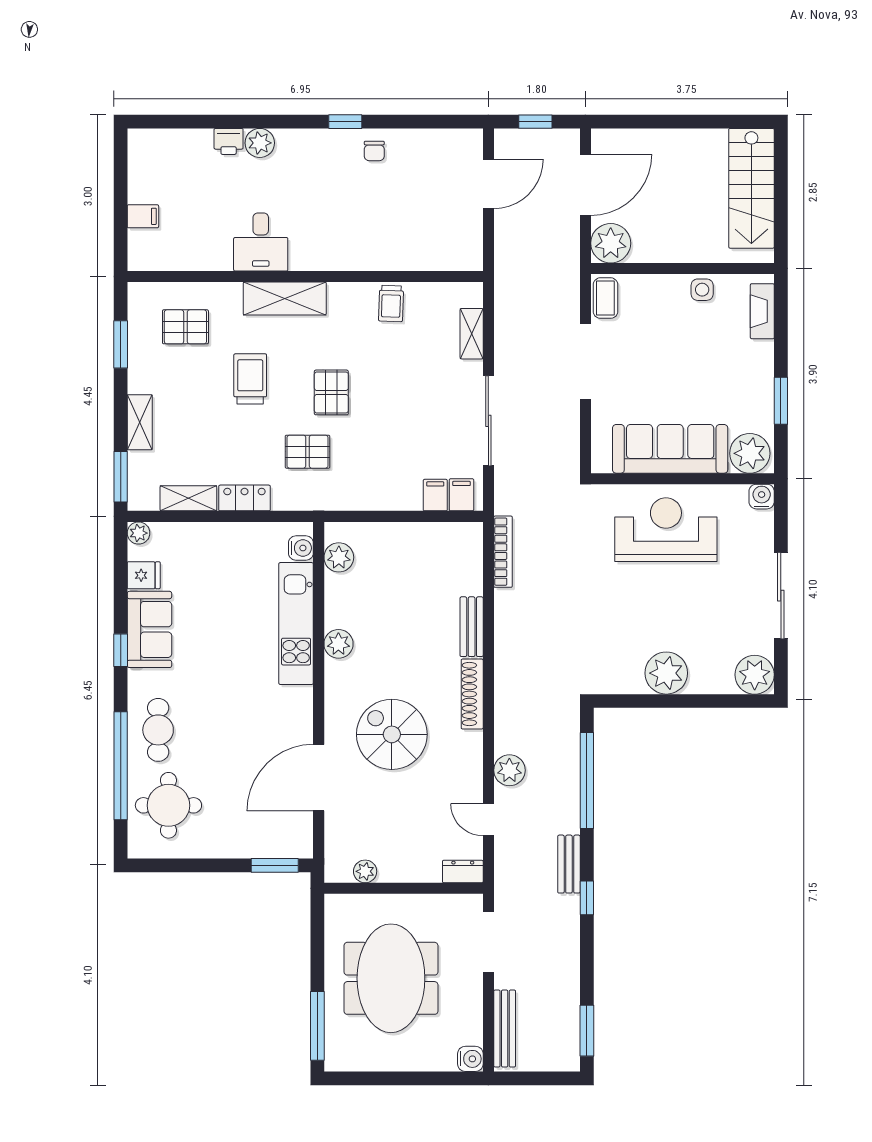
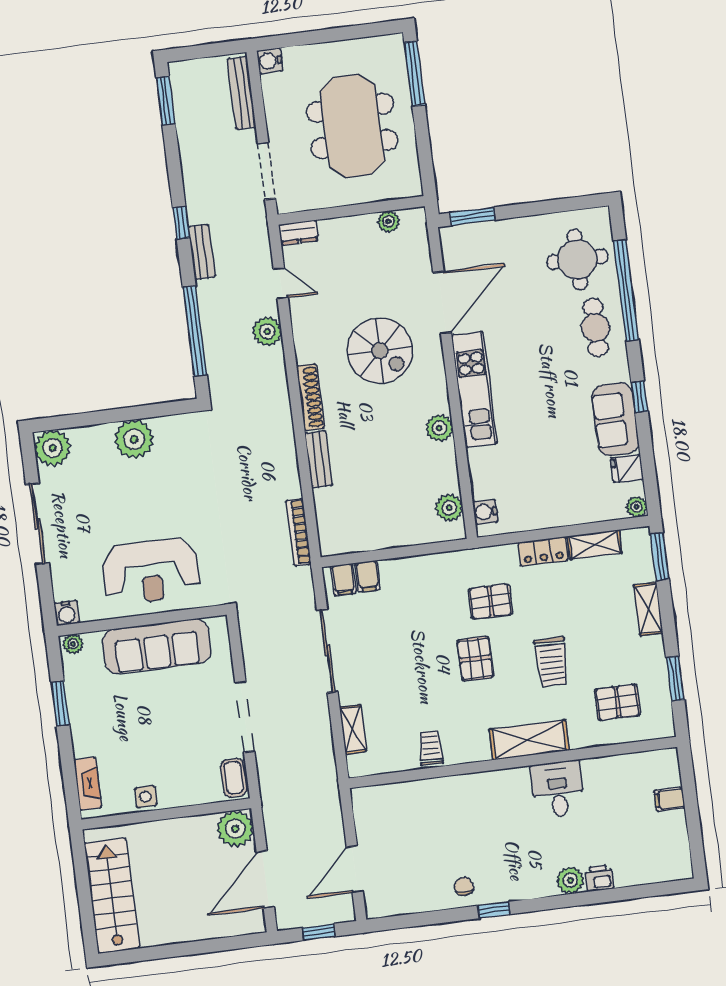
plant: (750, 453) -> (73, 644), width x0.53, depth x0.53
kitchen unit: (296, 624) -> (474, 389), moved

